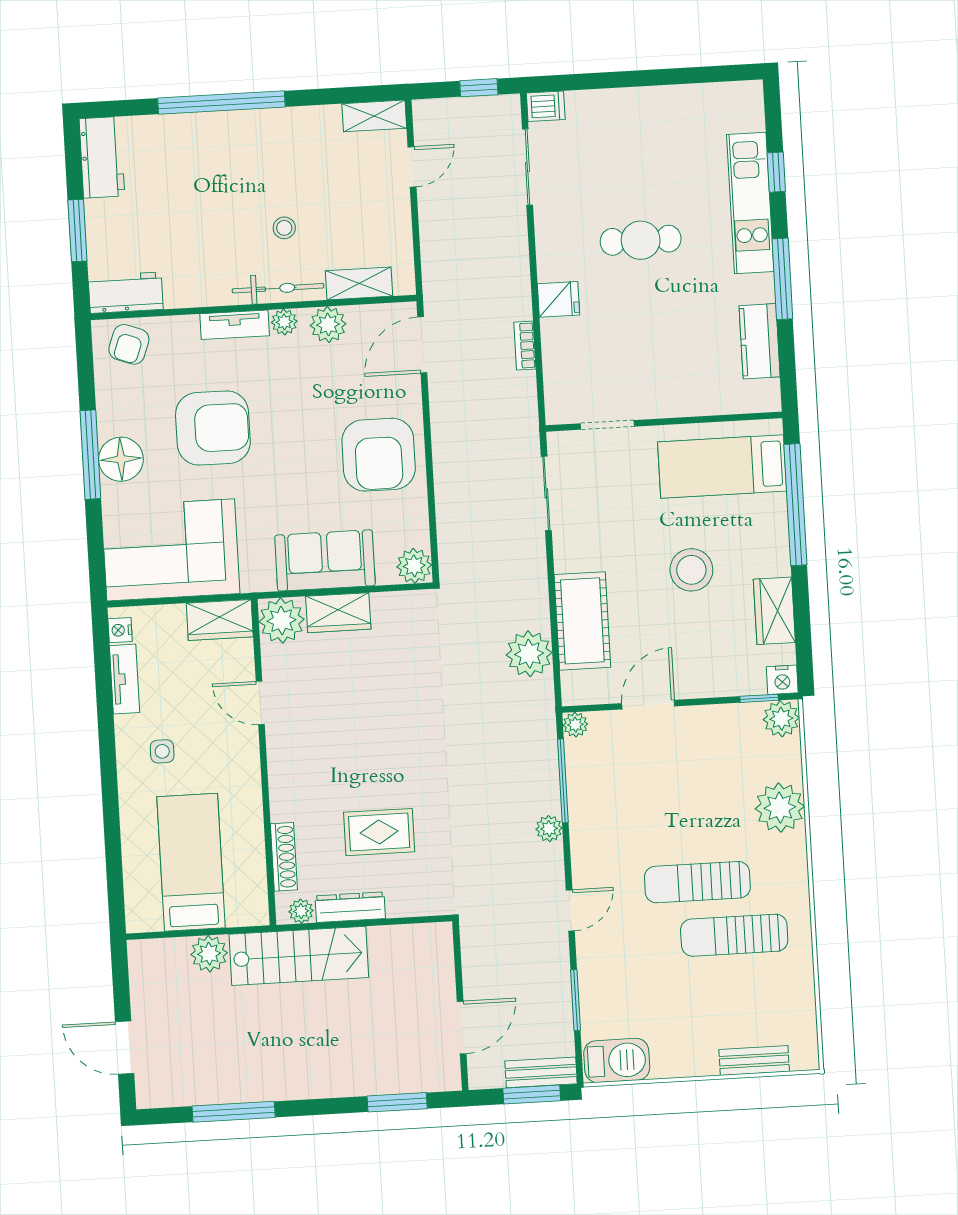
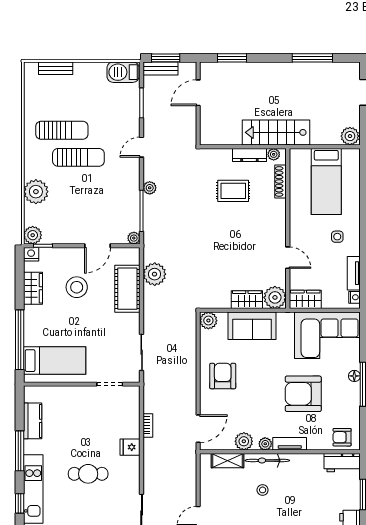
armchair: (129, 344) -> (342, 437), turned -110
armchair: (379, 455) -> (223, 376), width x0.73, depth x0.73
floor lamp: (121, 459) -> (354, 376), width x0.53, depth x0.53
stool: (691, 570) -> (77, 287), moved
plant: (209, 954) -> (350, 136), moved

